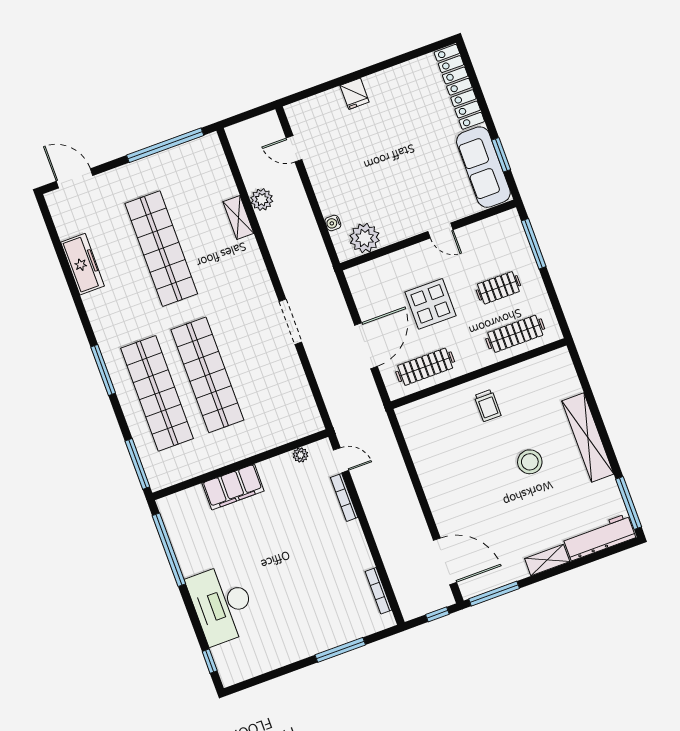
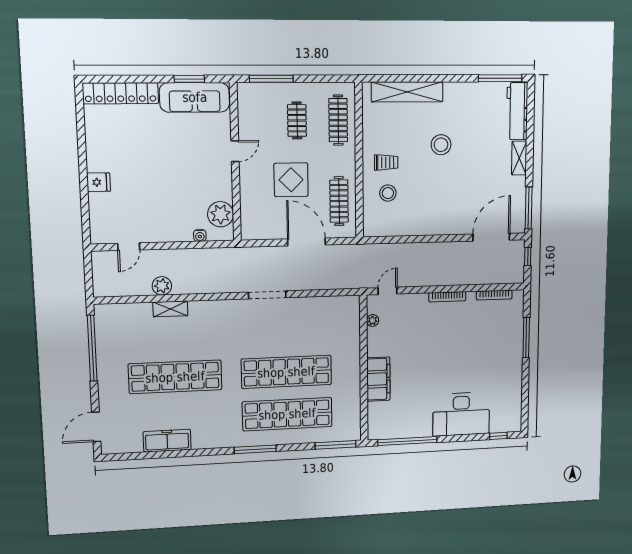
stool: (454, 420) -> (388, 193), added
shelving: (588, 437) -> (407, 92), moved
bookcase: (344, 497) -> (447, 297), moved

